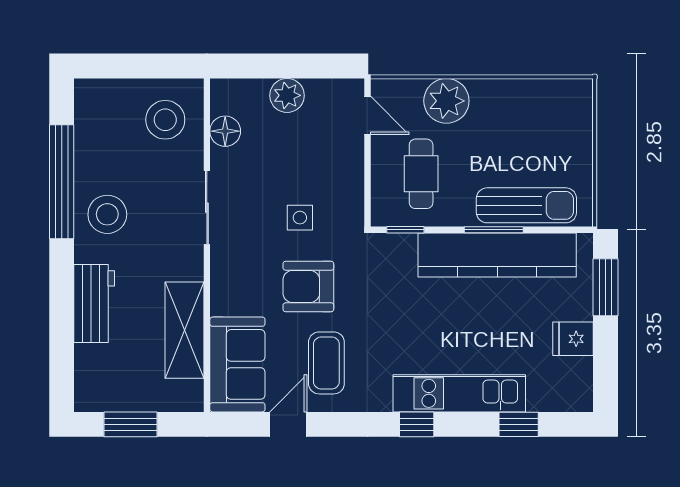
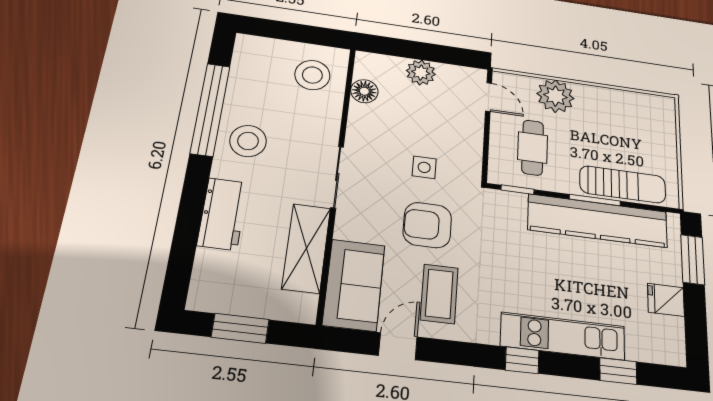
sliding door: (207, 208) -> (337, 177), moved

